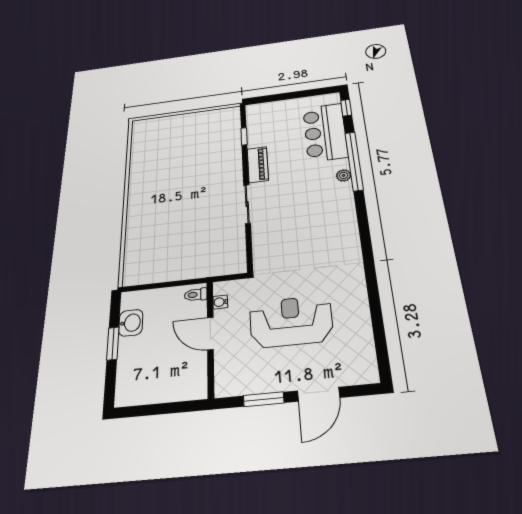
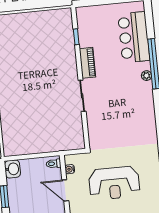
window: (346, 108) -> (149, 16), removed
reception desk: (291, 321) -> (114, 183), turned 180
washbasin: (131, 323) -> (12, 169), moved

